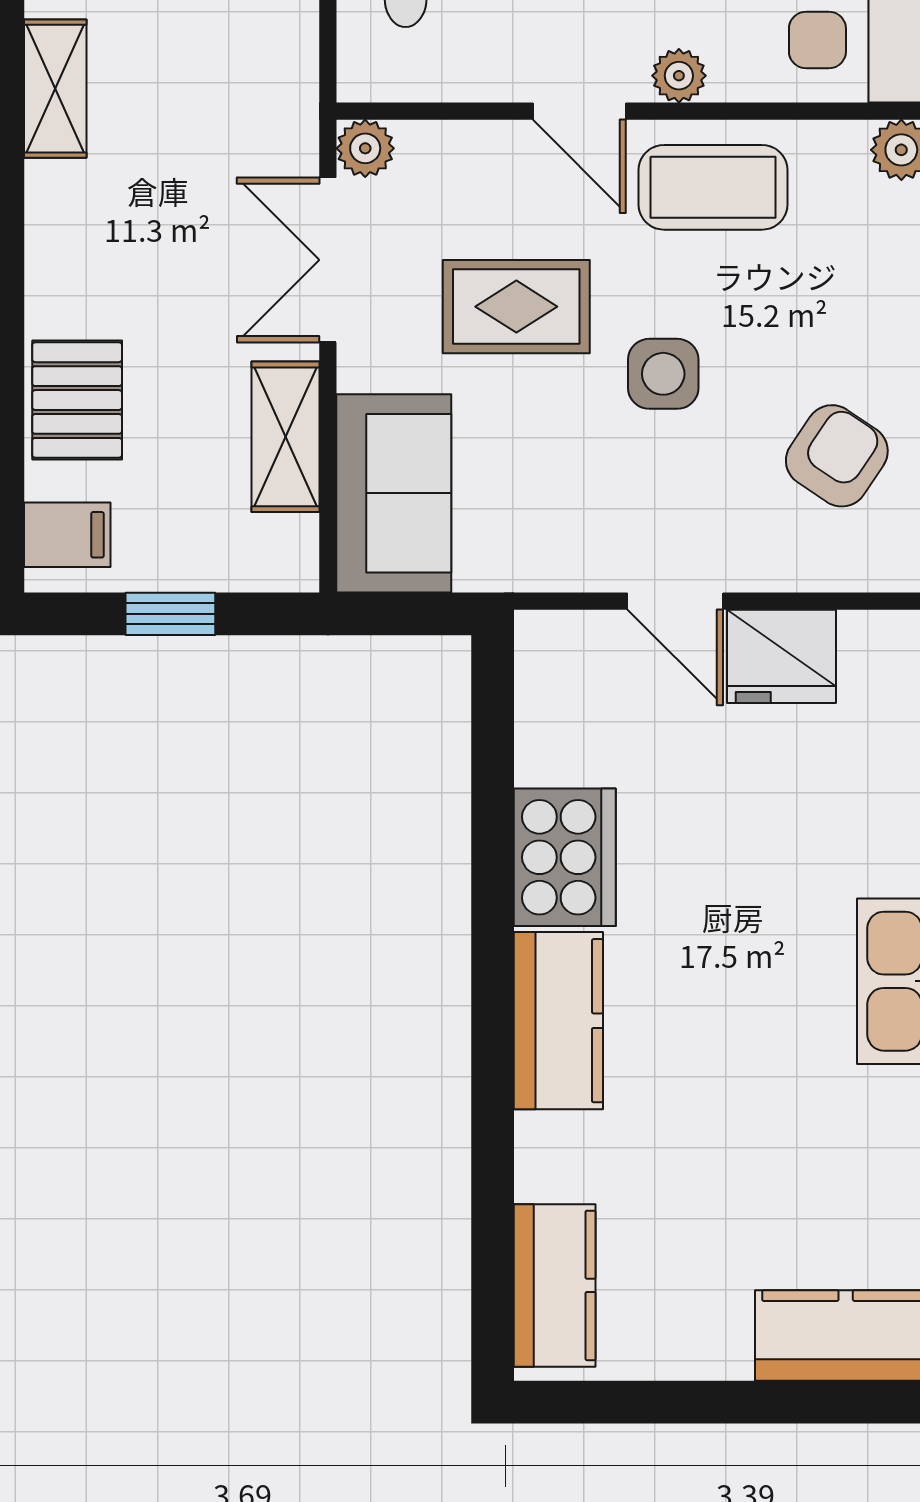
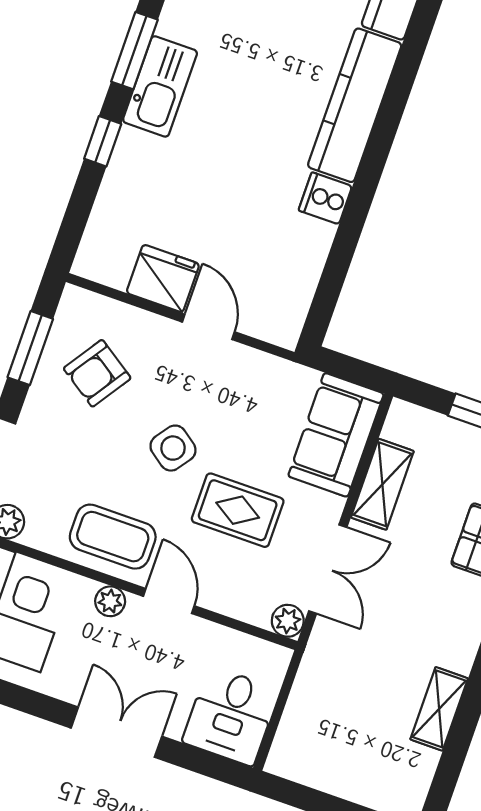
side table: (663, 374) -> (173, 448), turned 36
cooker: (565, 857) -> (325, 198), width x0.53, depth x0.76
kitchen counter: (558, 1021) -> (355, 105), width x1.50

